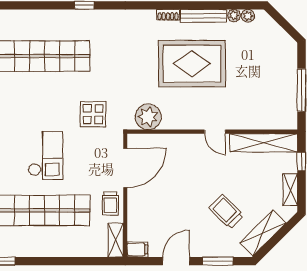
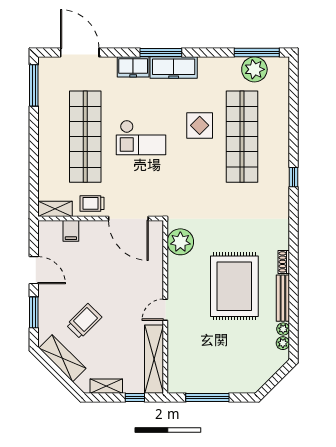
display table: (93, 114) -> (200, 125), moved
filing cabinet: (137, 249) -> (71, 231), moved

